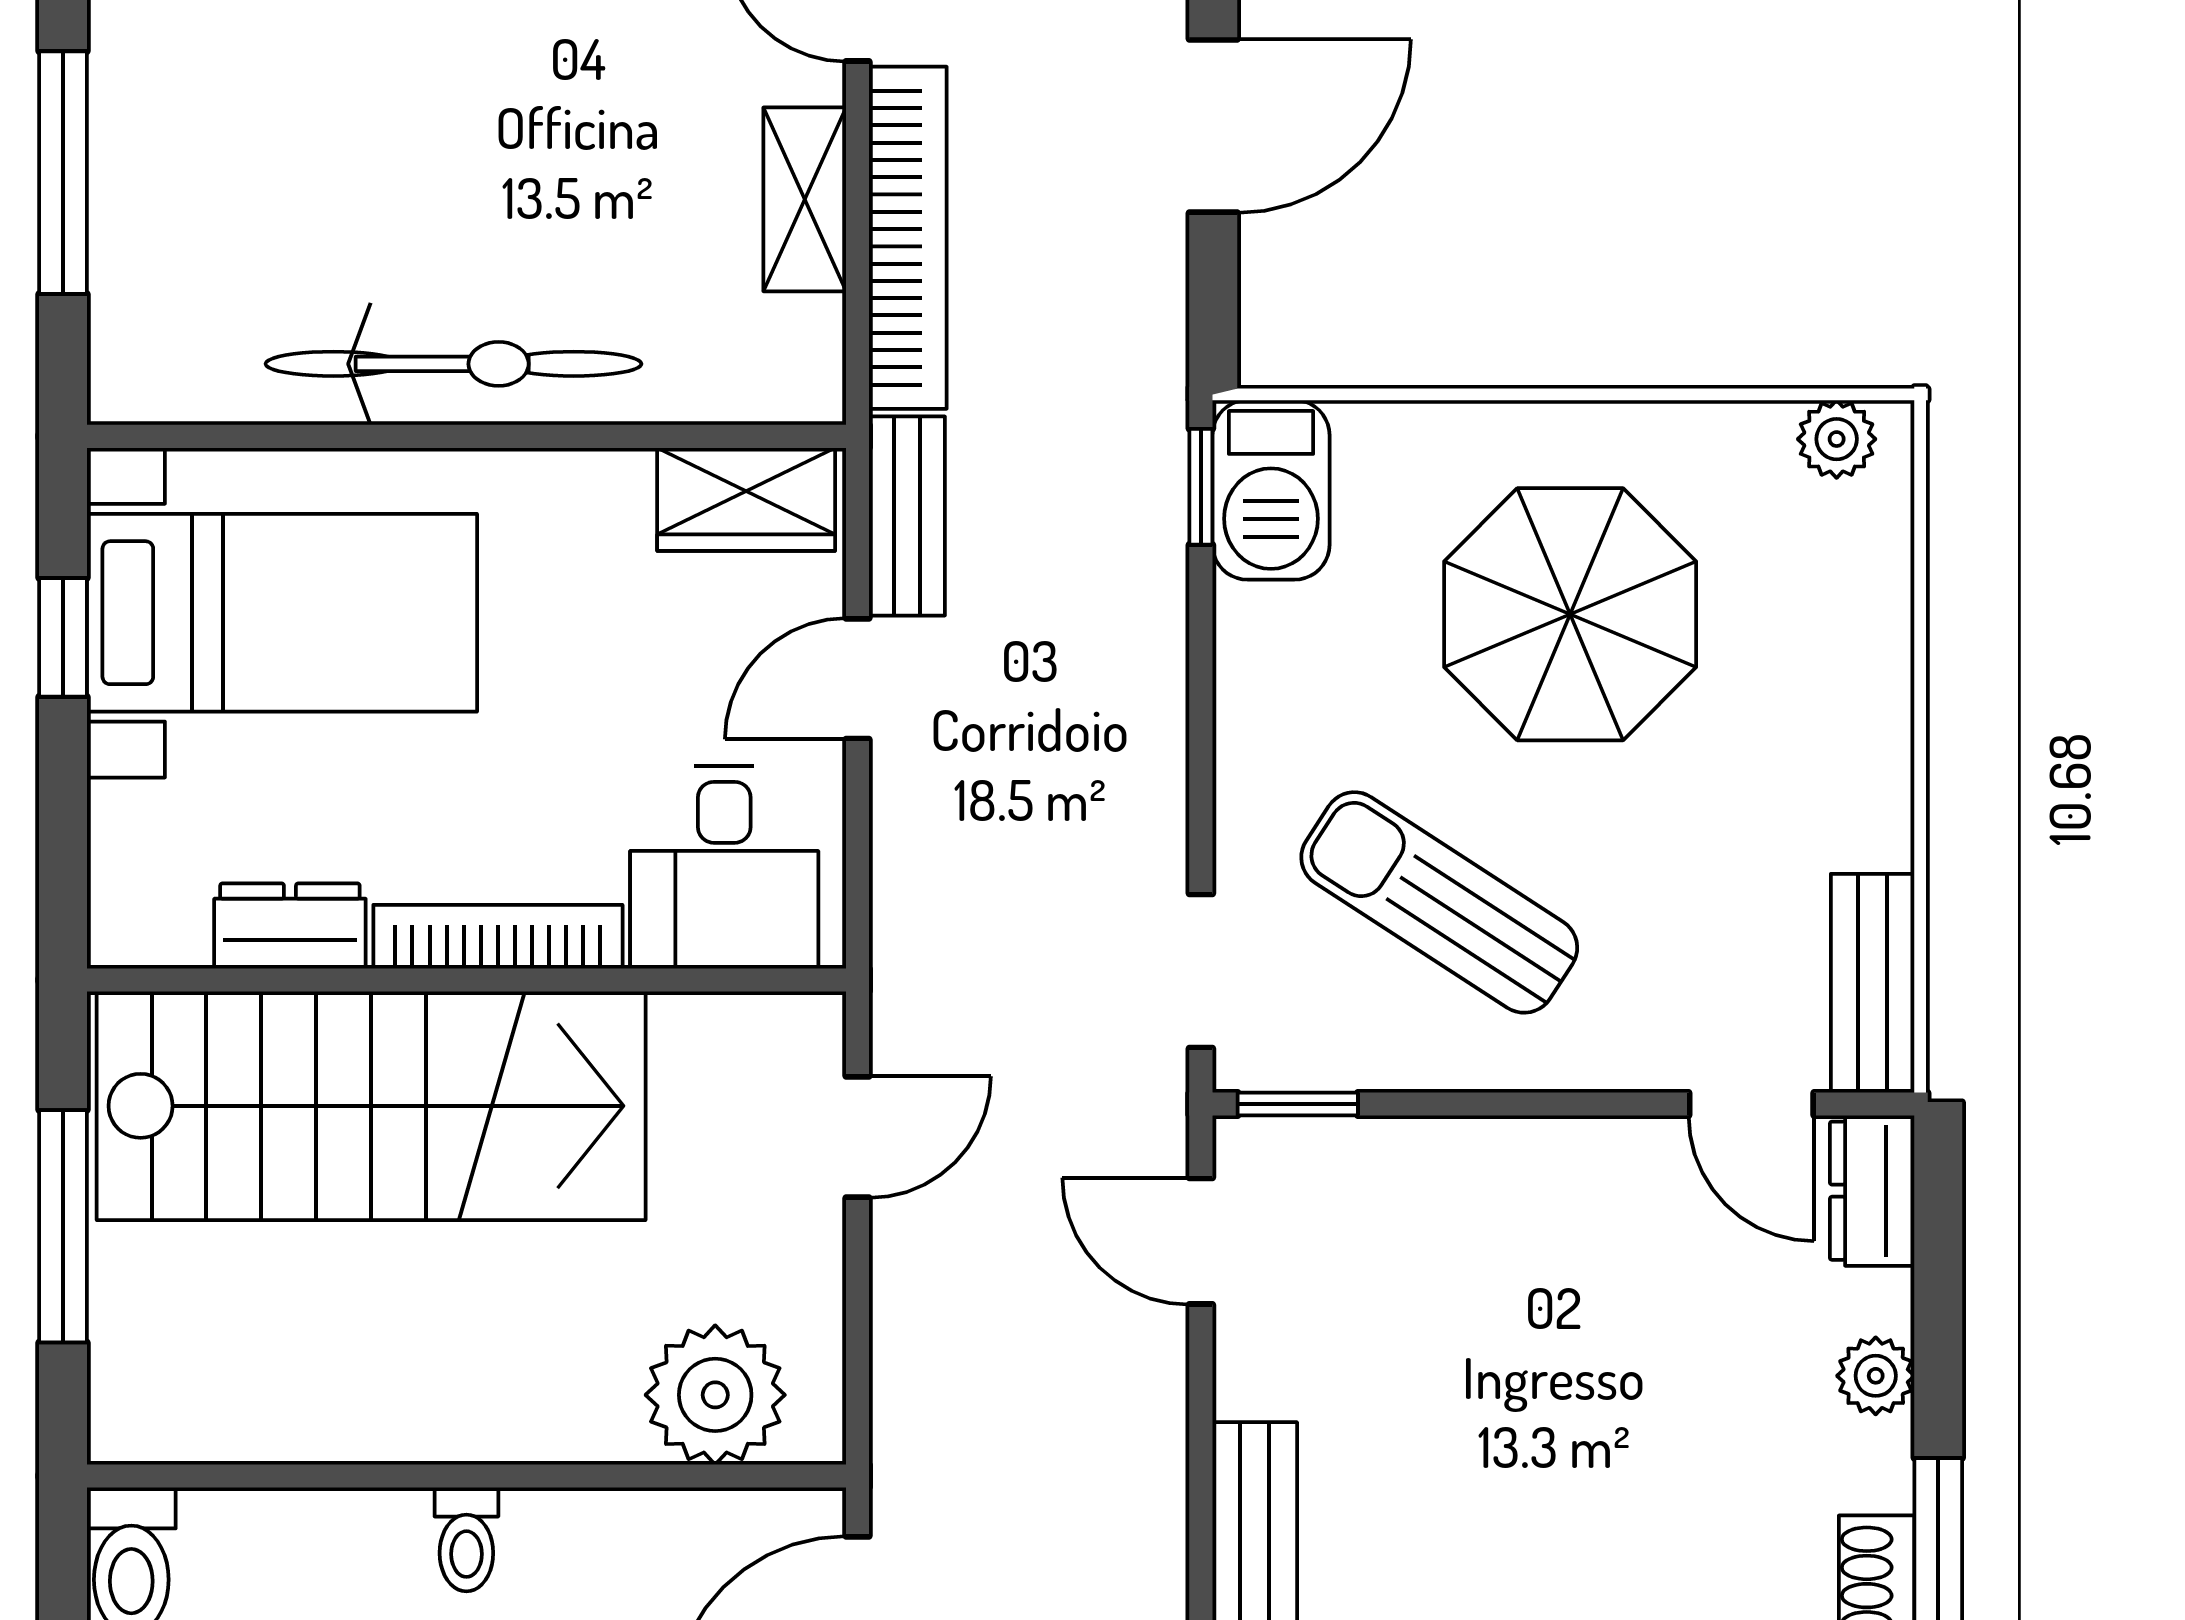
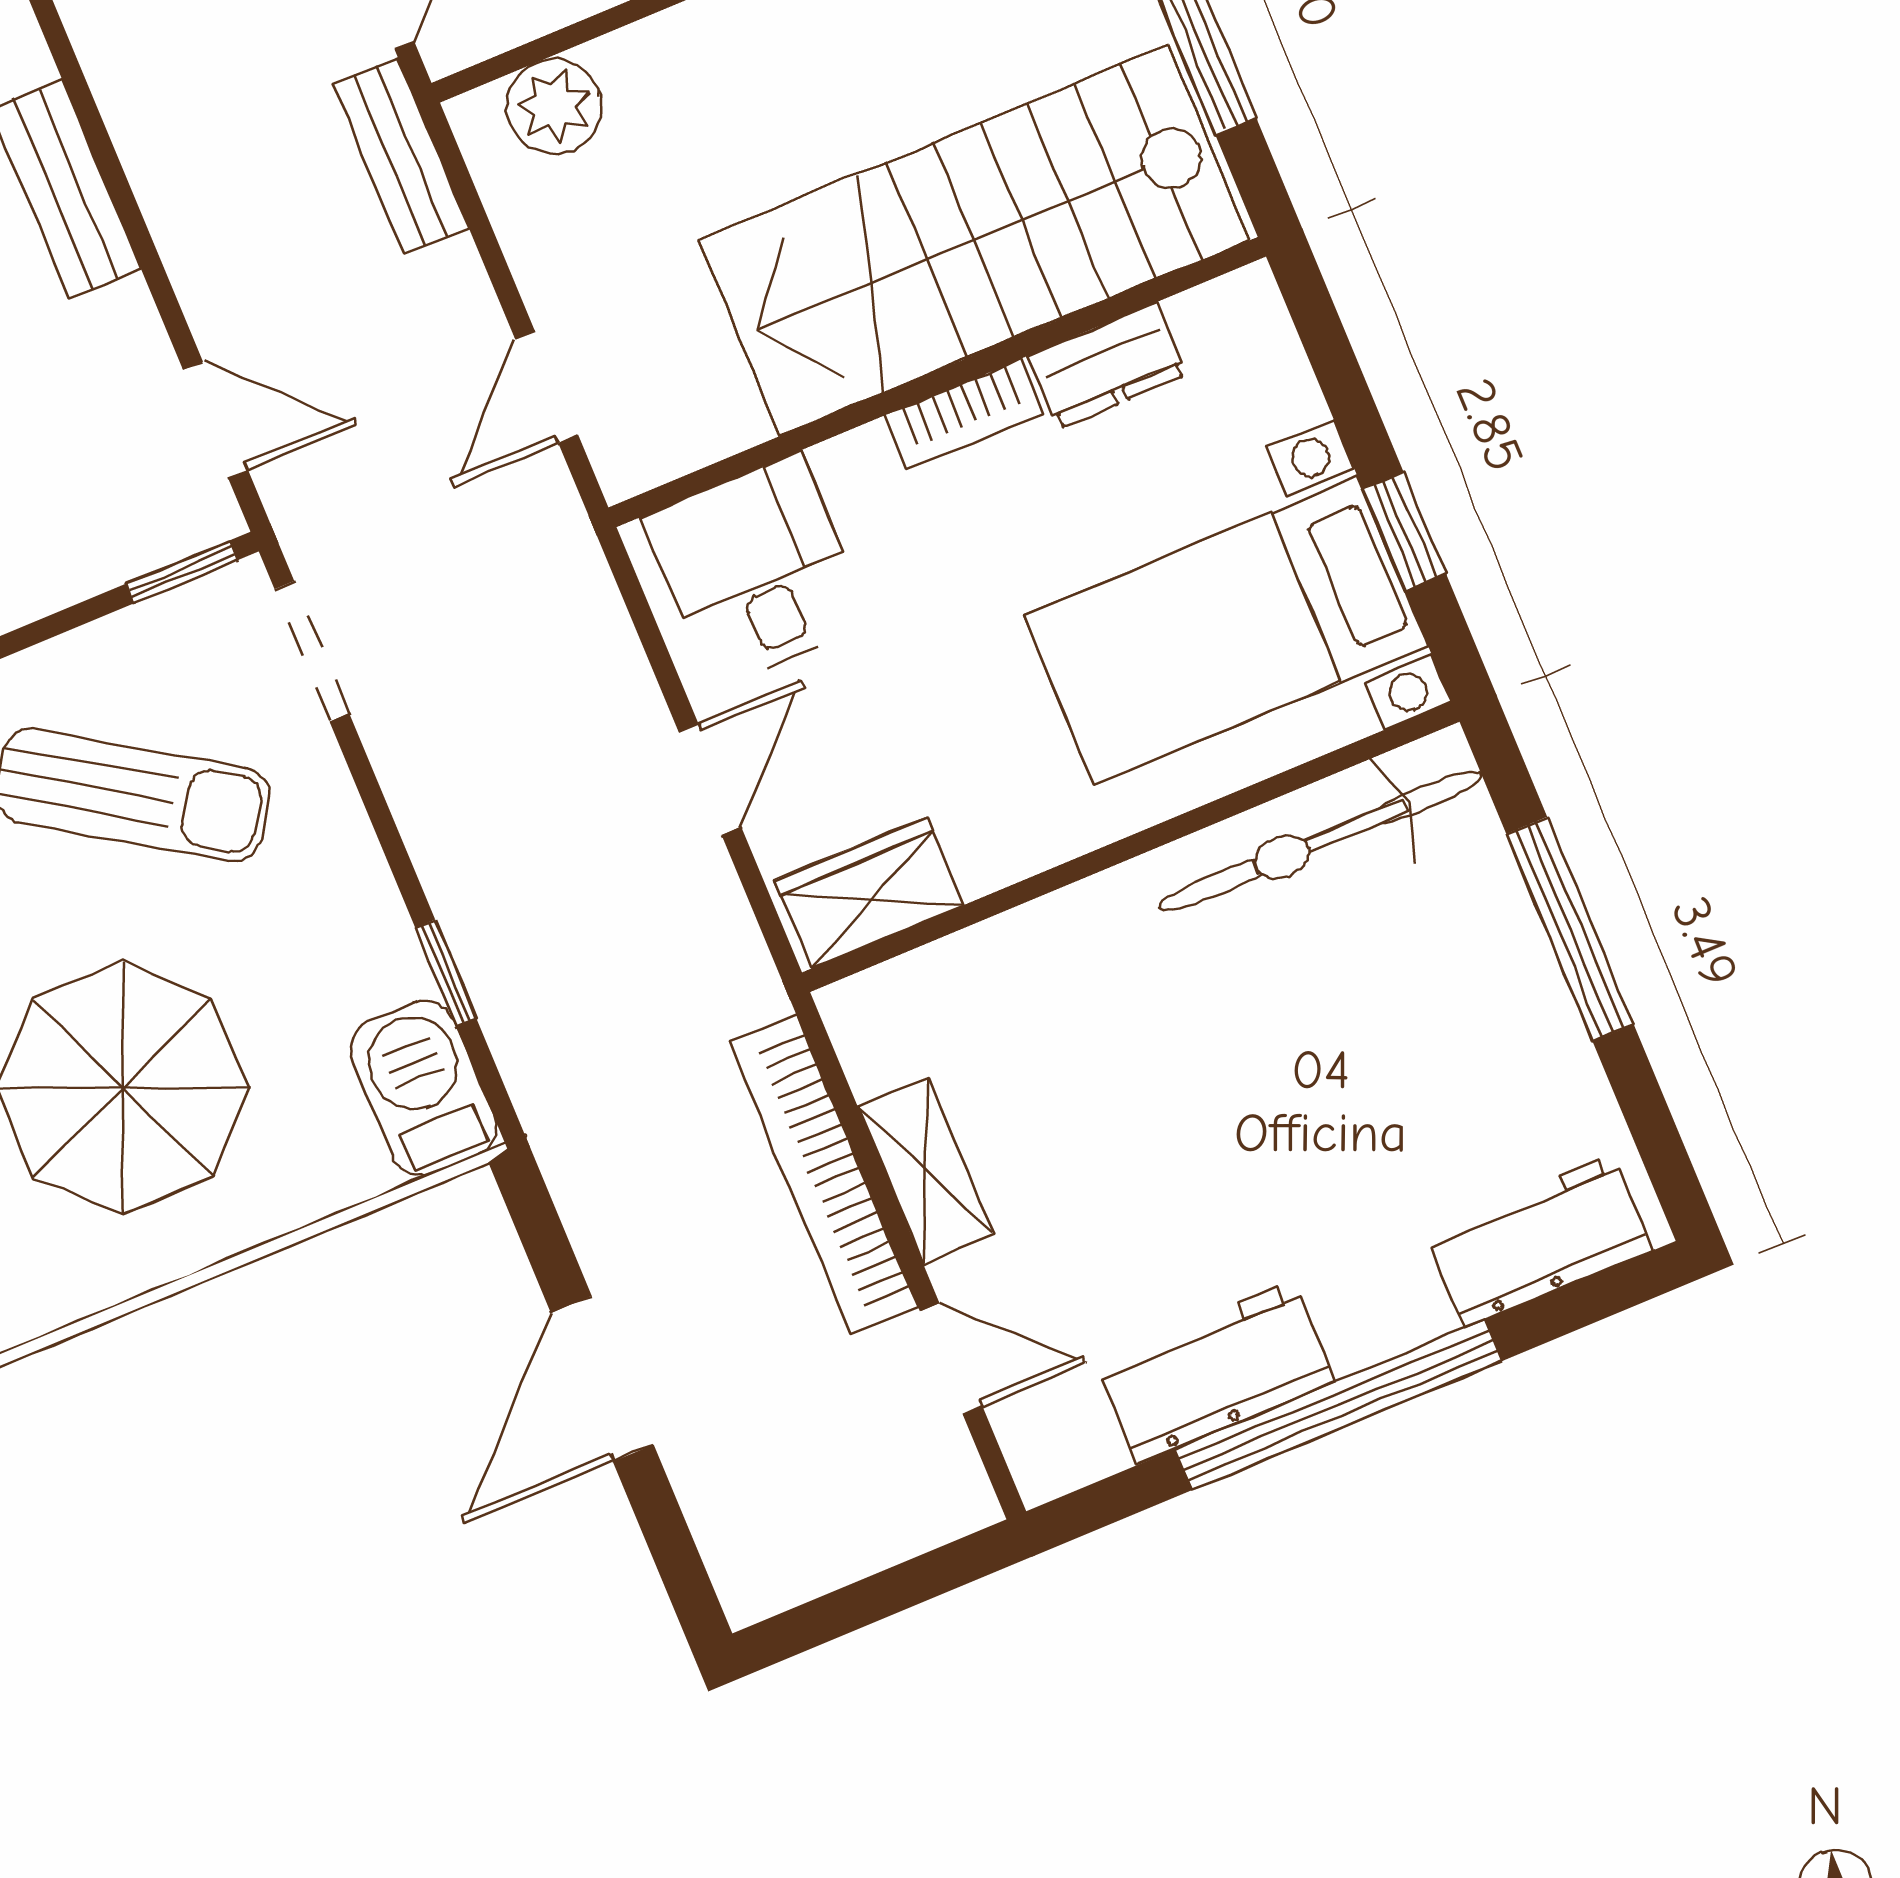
bicycle: (453, 364) -> (1321, 841), moved
window: (1201, 487) -> (446, 973), moved
bench: (907, 516) -> (401, 156), moved
bookcase: (498, 937) -> (964, 414), width x0.64
plant: (715, 1395) -> (554, 106), width x0.73, depth x0.73

